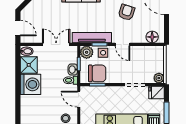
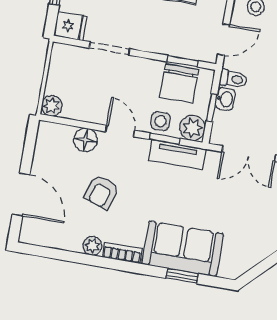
floor lamp: (152, 37) -> (85, 140), moved
tv unit: (92, 38) -> (177, 155), width x0.71
chair: (97, 73) -> (179, 83), turned -90
plant: (159, 78) -> (52, 106), moved
door: (79, 99) -> (224, 40), hinge flipped

